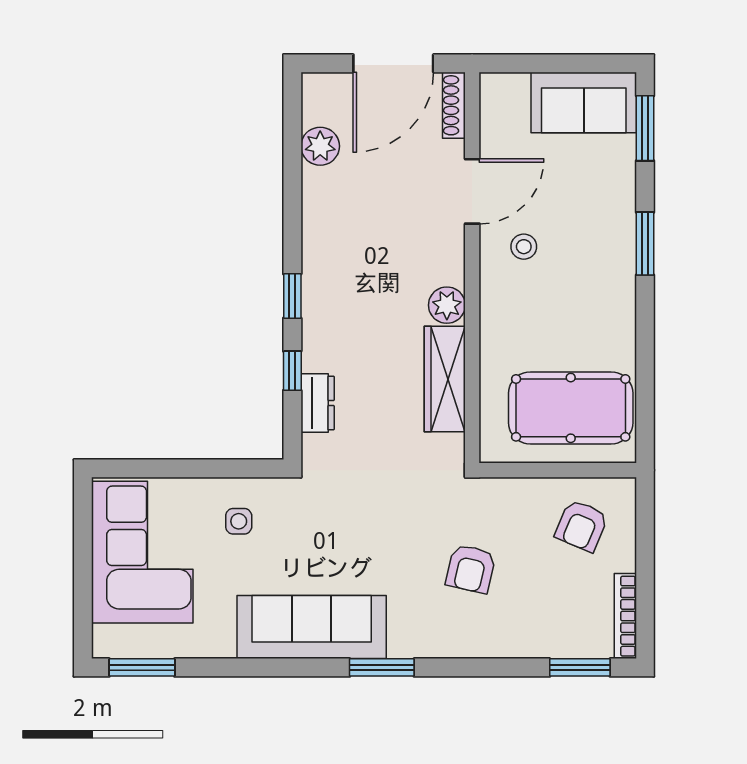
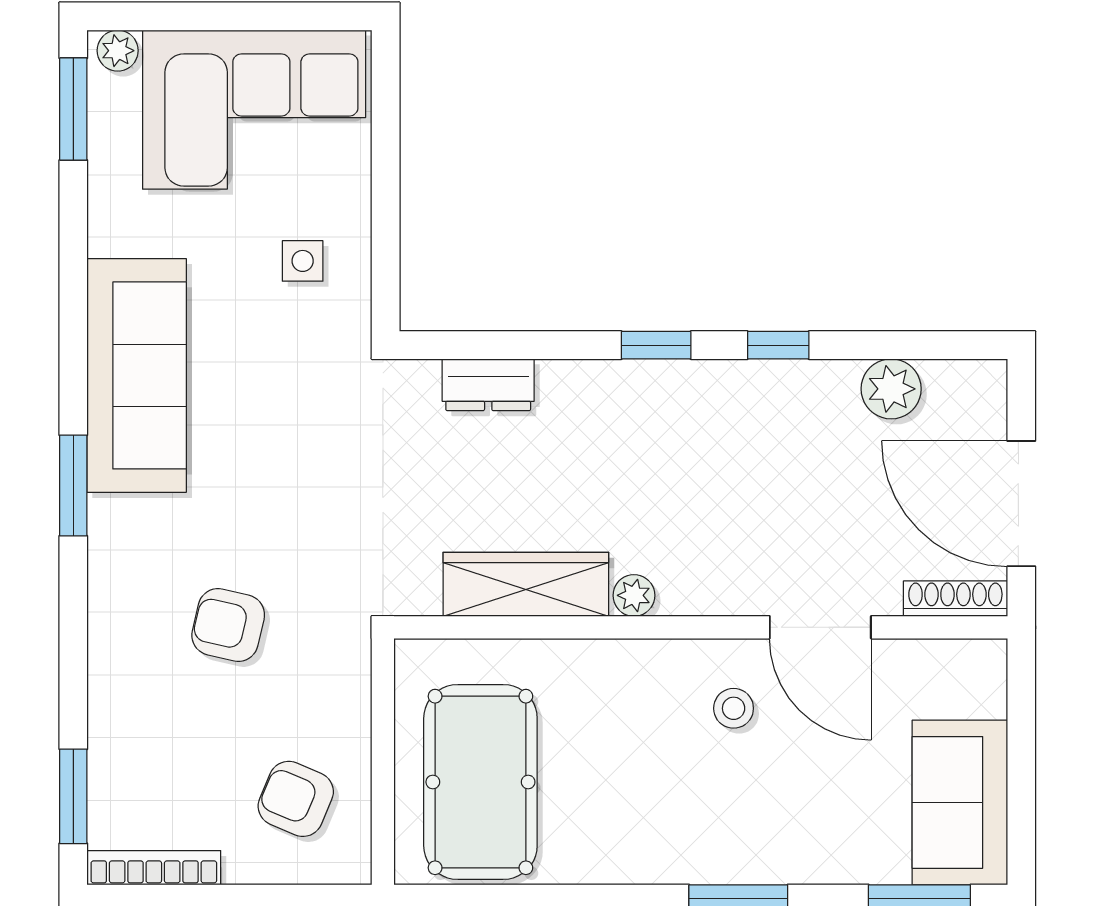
plant: (447, 305) -> (634, 595), width x0.73, depth x0.73
window: (292, 371) -> (778, 345), moved
plant: (105, 639) -> (118, 51), added

